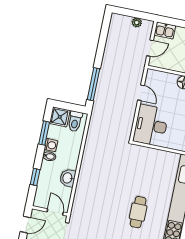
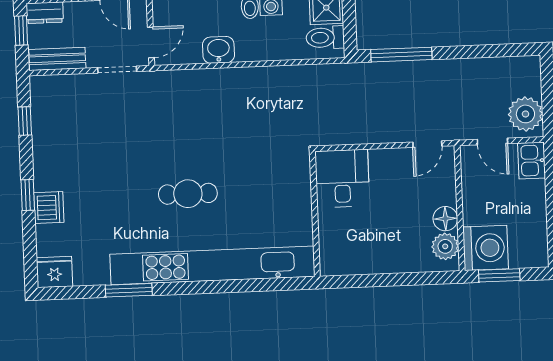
plant: (137, 23) -> (525, 114), width x1.88, depth x1.88
door: (141, 93) -> (427, 144), moved
desk: (151, 125) -> (342, 178), width x0.73

